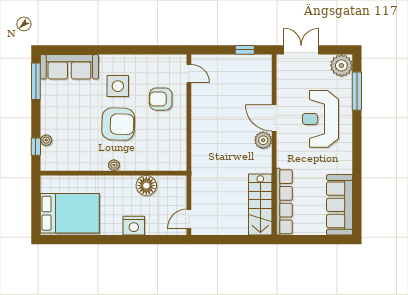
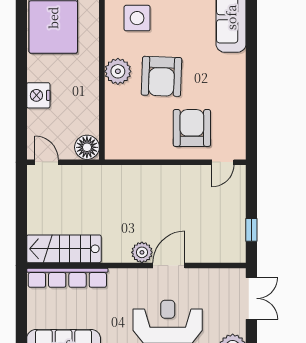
side table: (118, 86) -> (137, 18), moved
armchair: (161, 99) -> (192, 128), width x1.36, depth x1.36
plant: (114, 165) -> (118, 71), width x1.88, depth x1.88
floor lamp: (146, 186) -> (87, 147), moved

